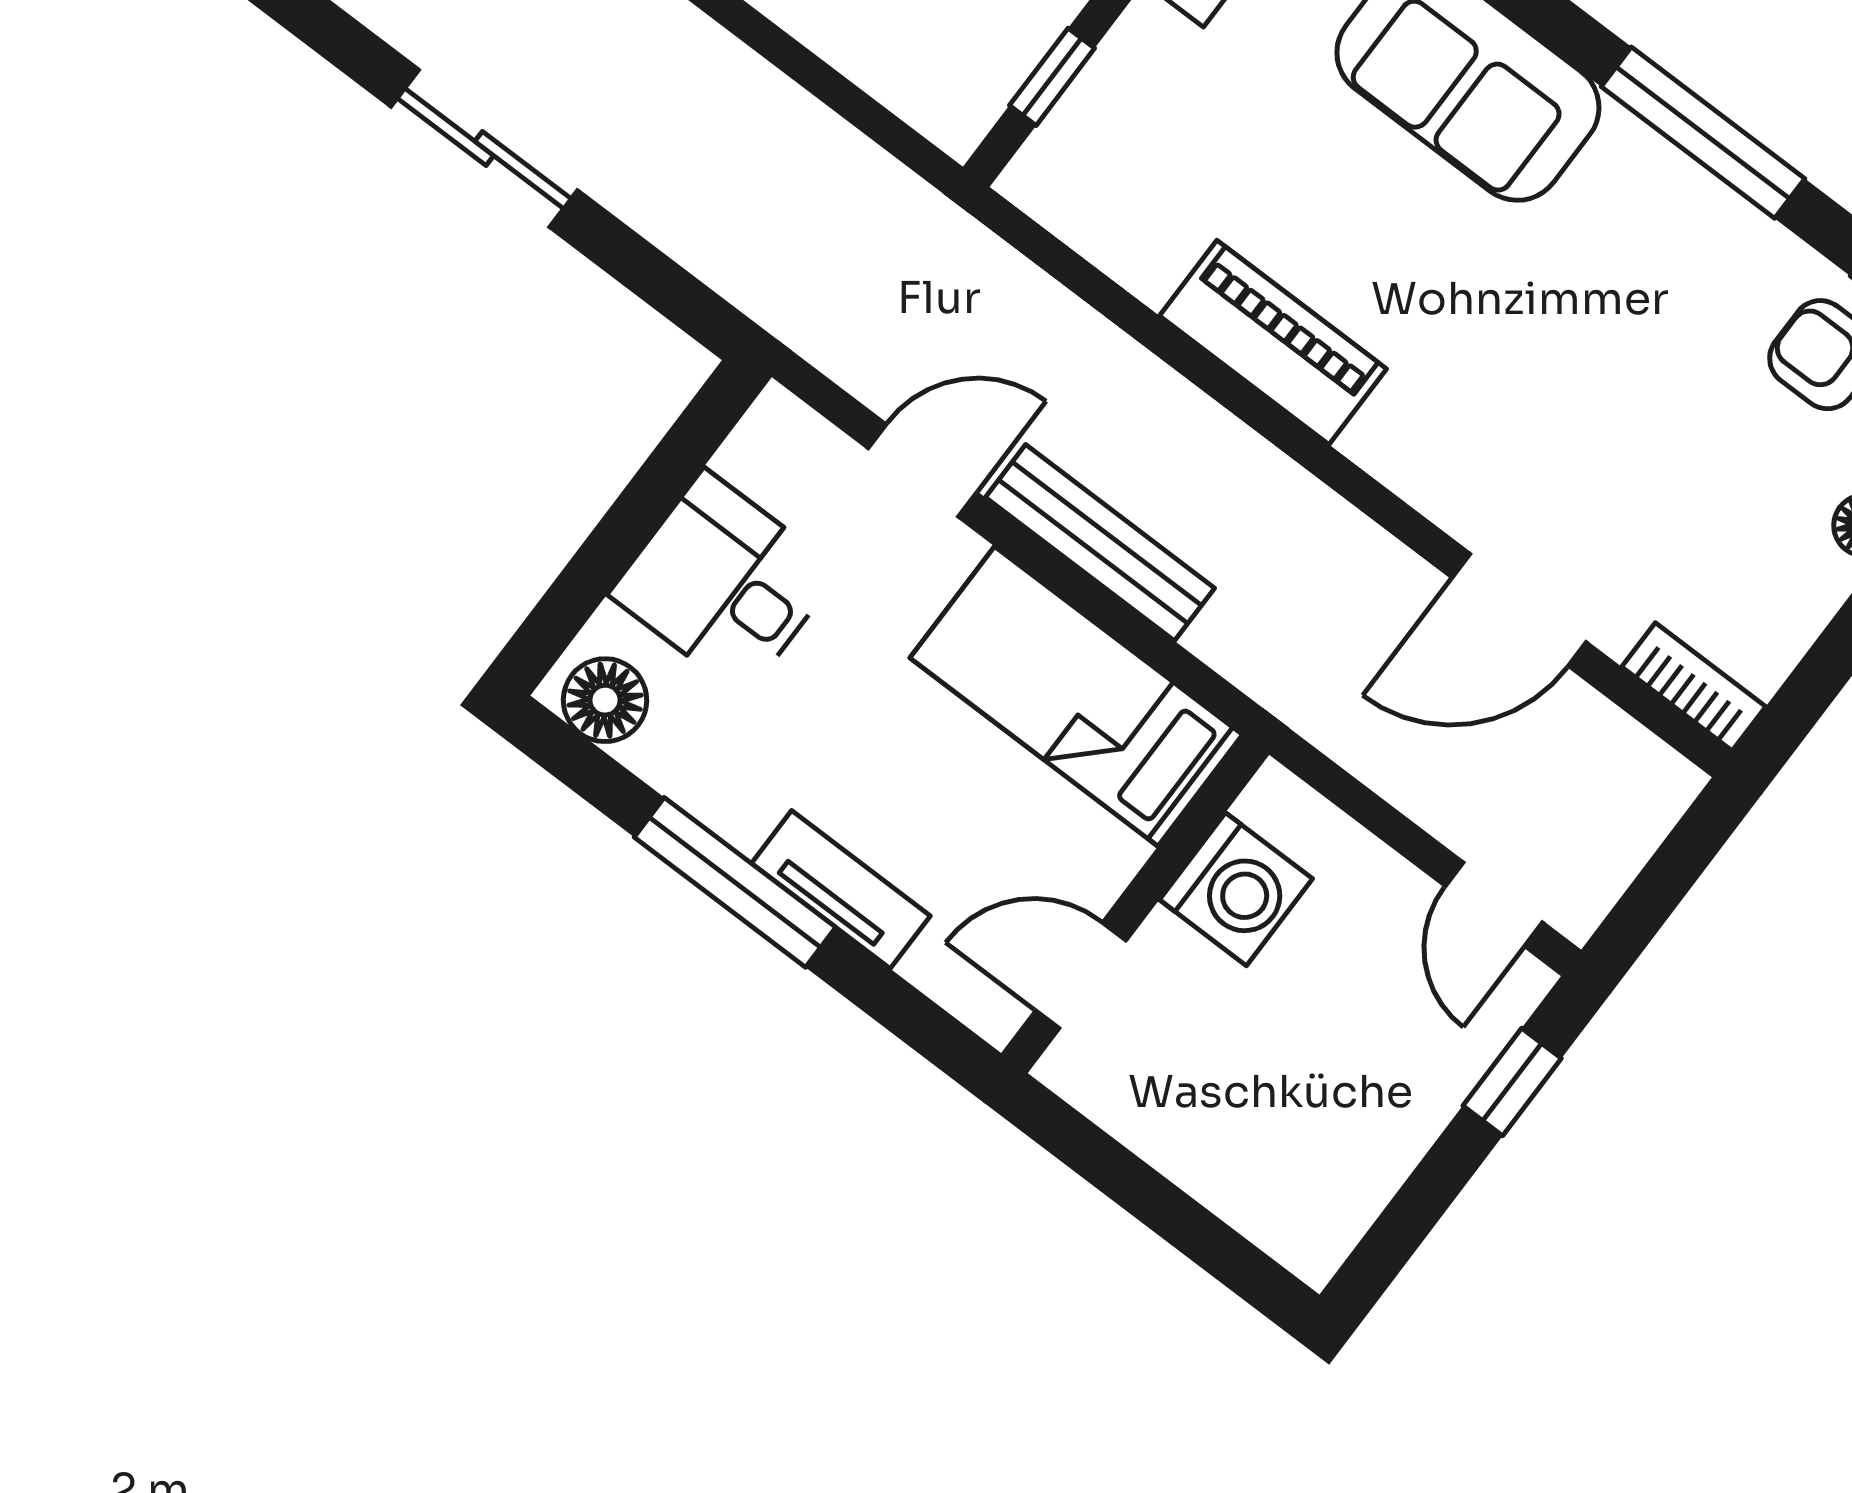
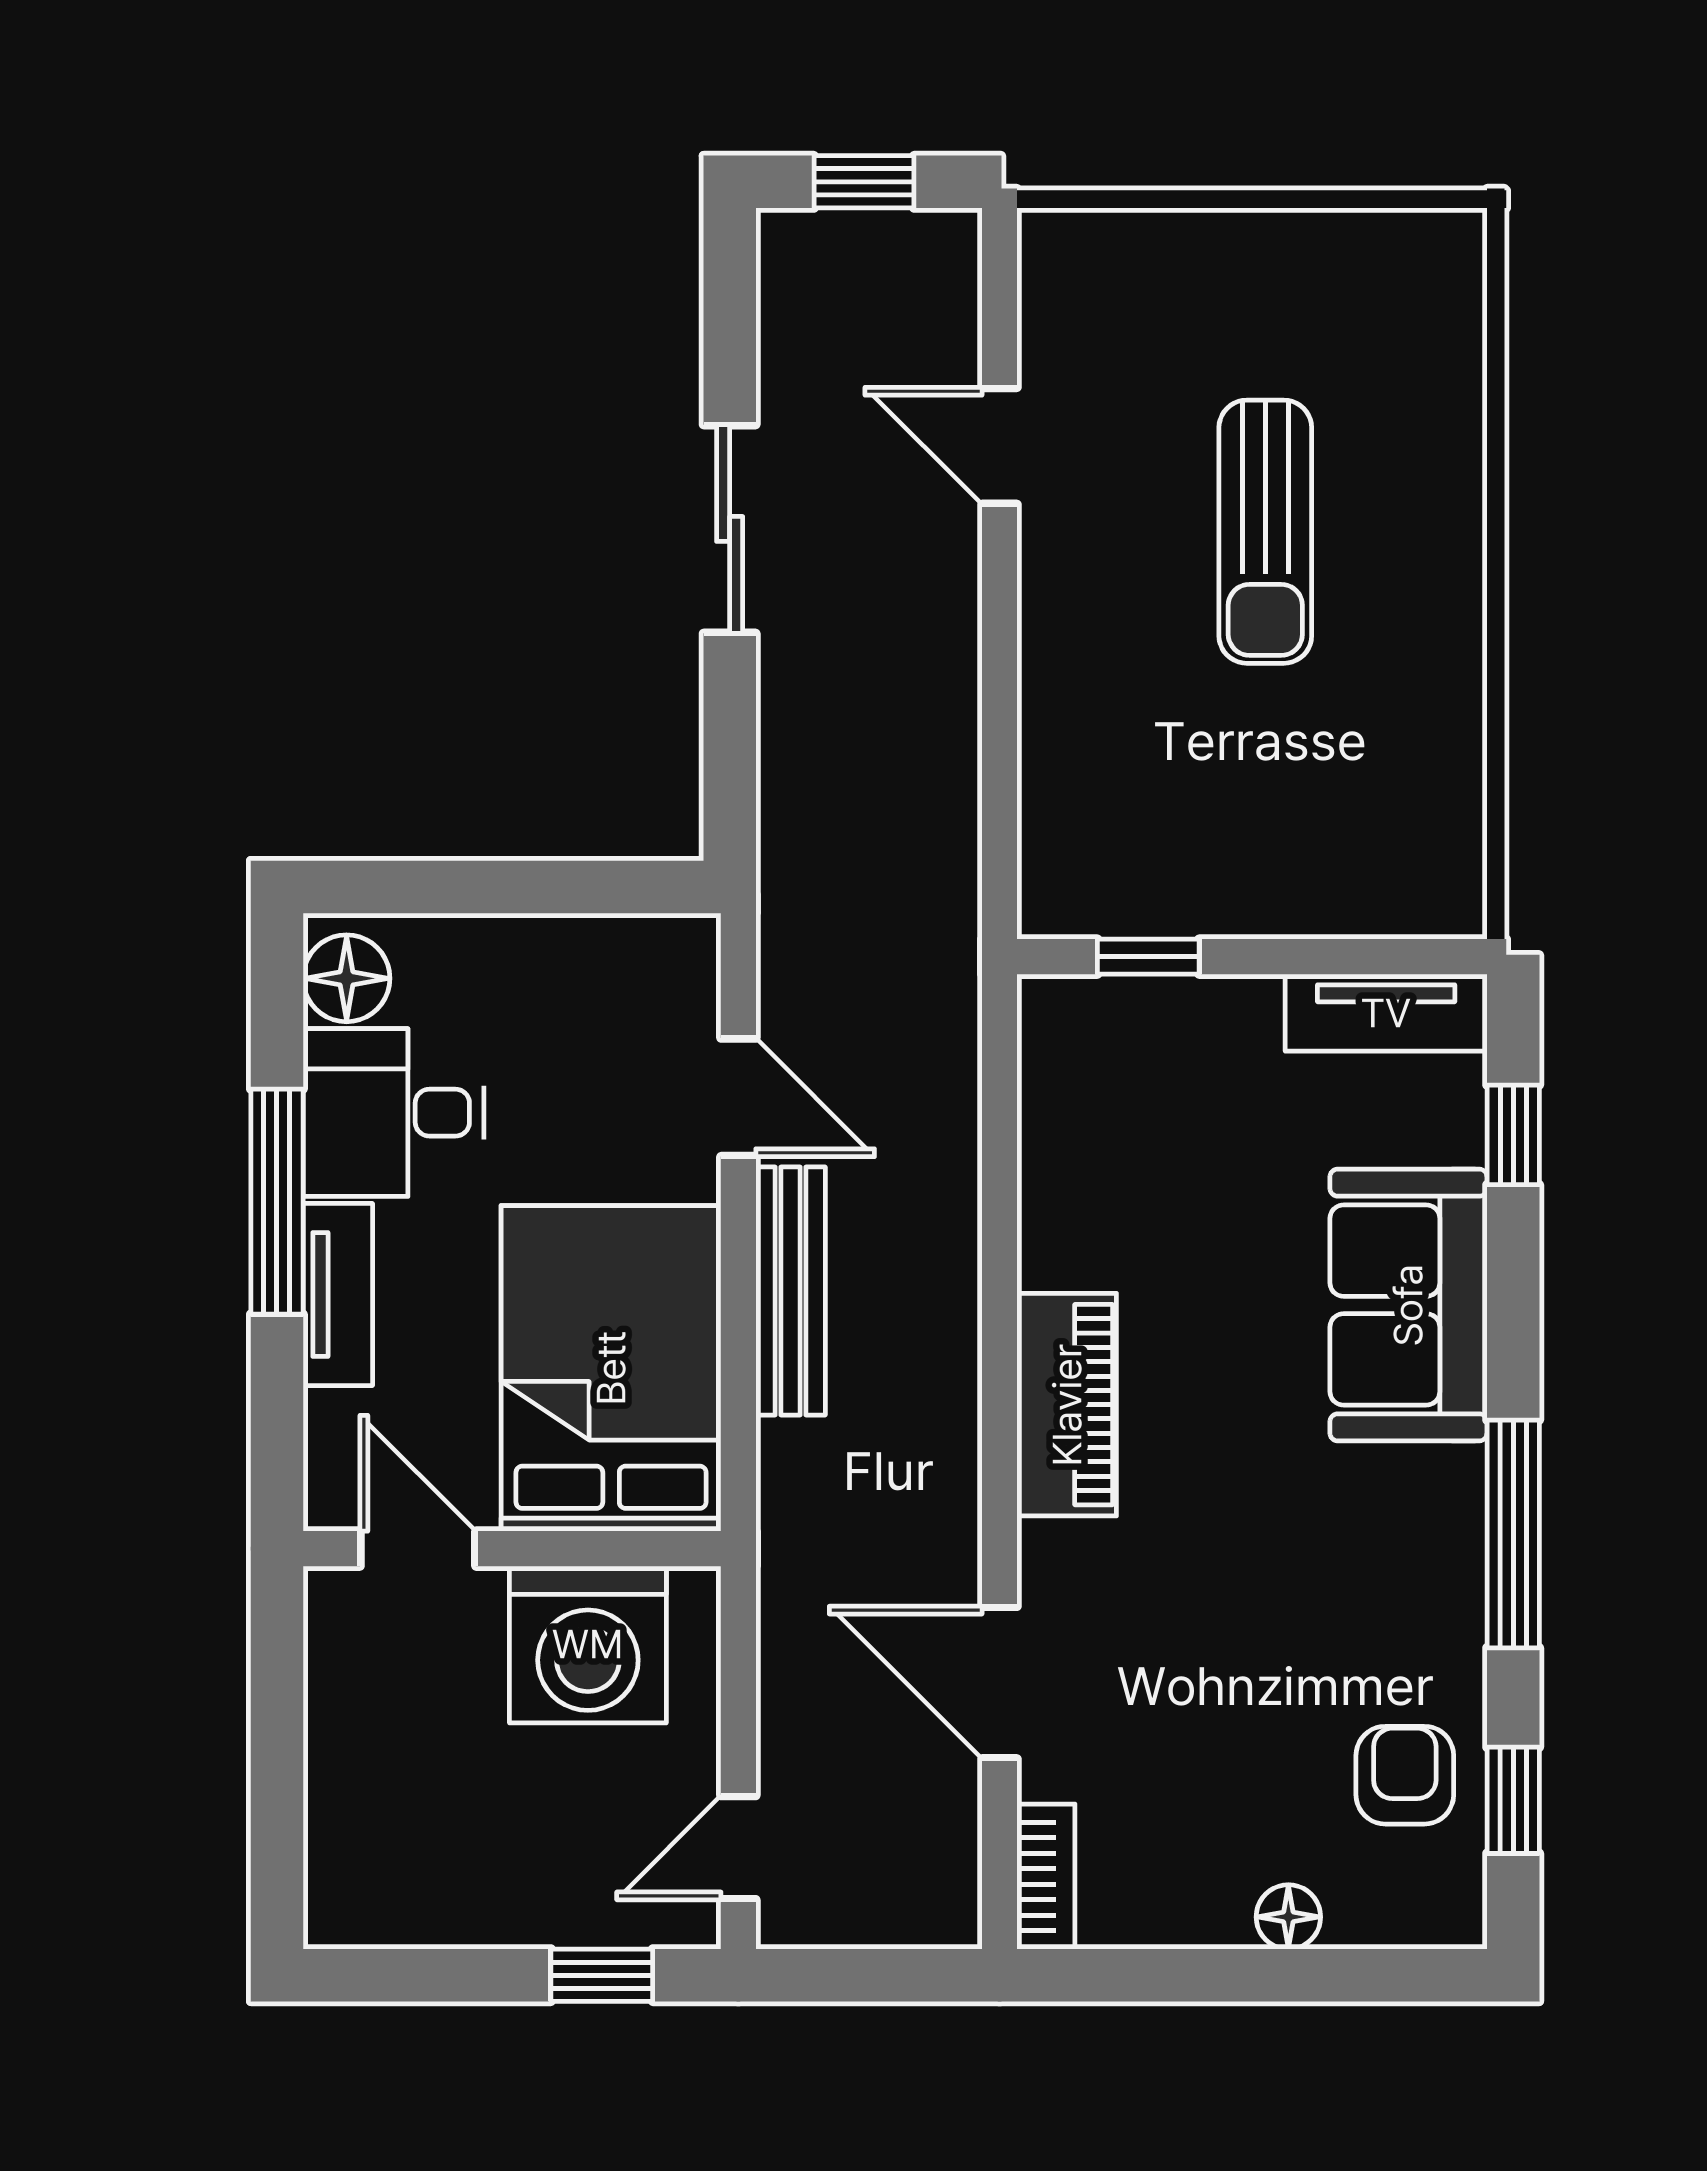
piano: (1273, 342) -> (1067, 1405), moved
desk: (724, 583) -> (393, 1113), moved, turned -90
bed: (1076, 696) -> (611, 1368), width x1.50
washing machine: (1236, 889) -> (588, 1644), width x1.37, depth x1.37

